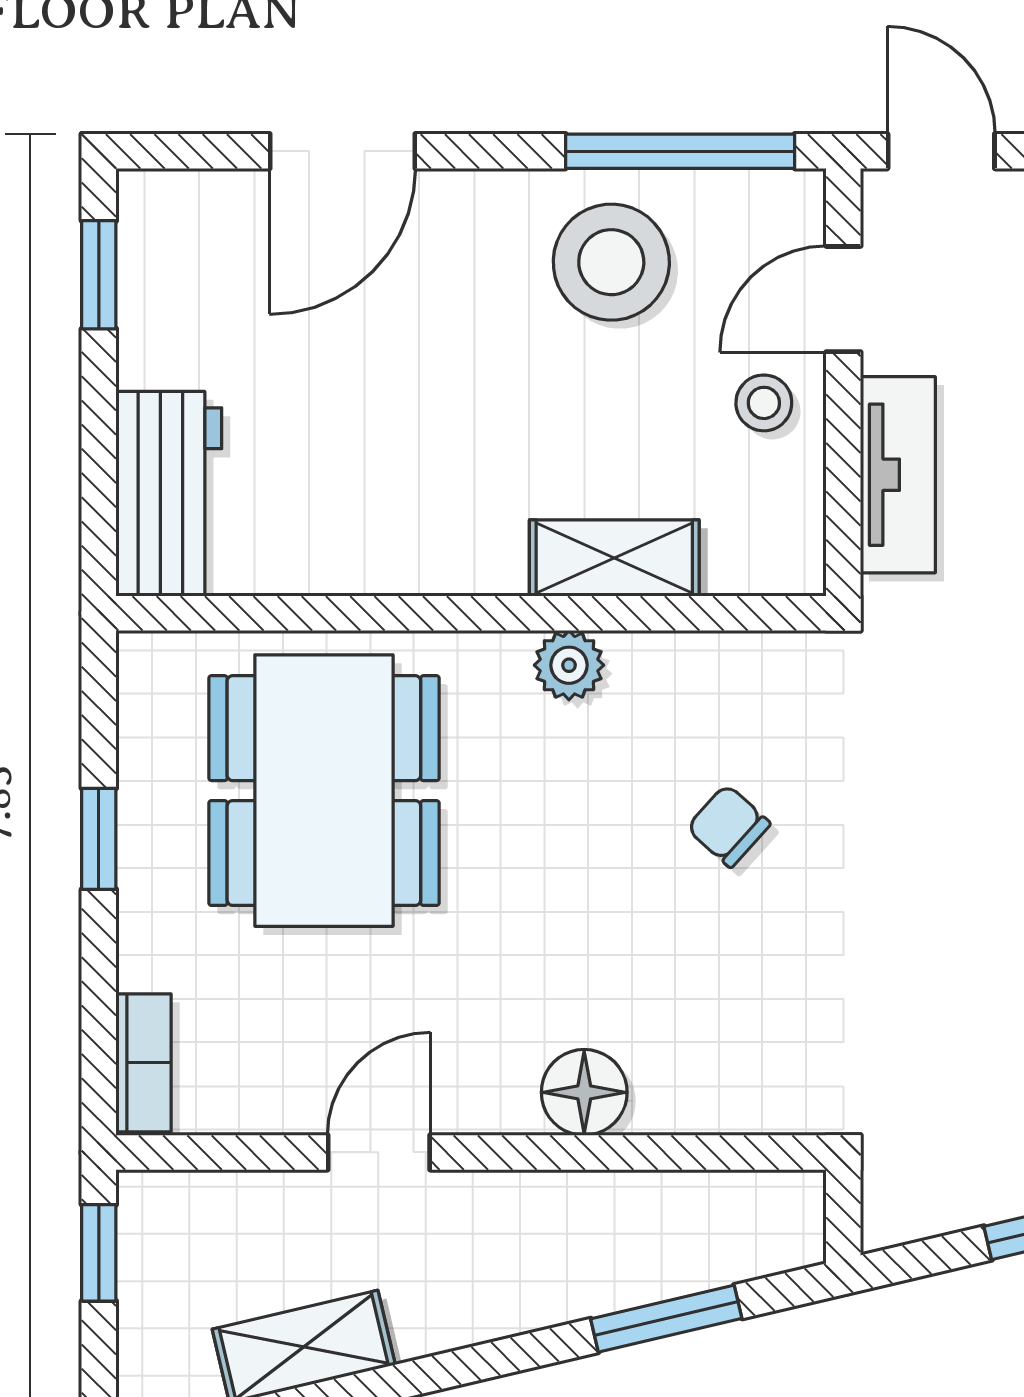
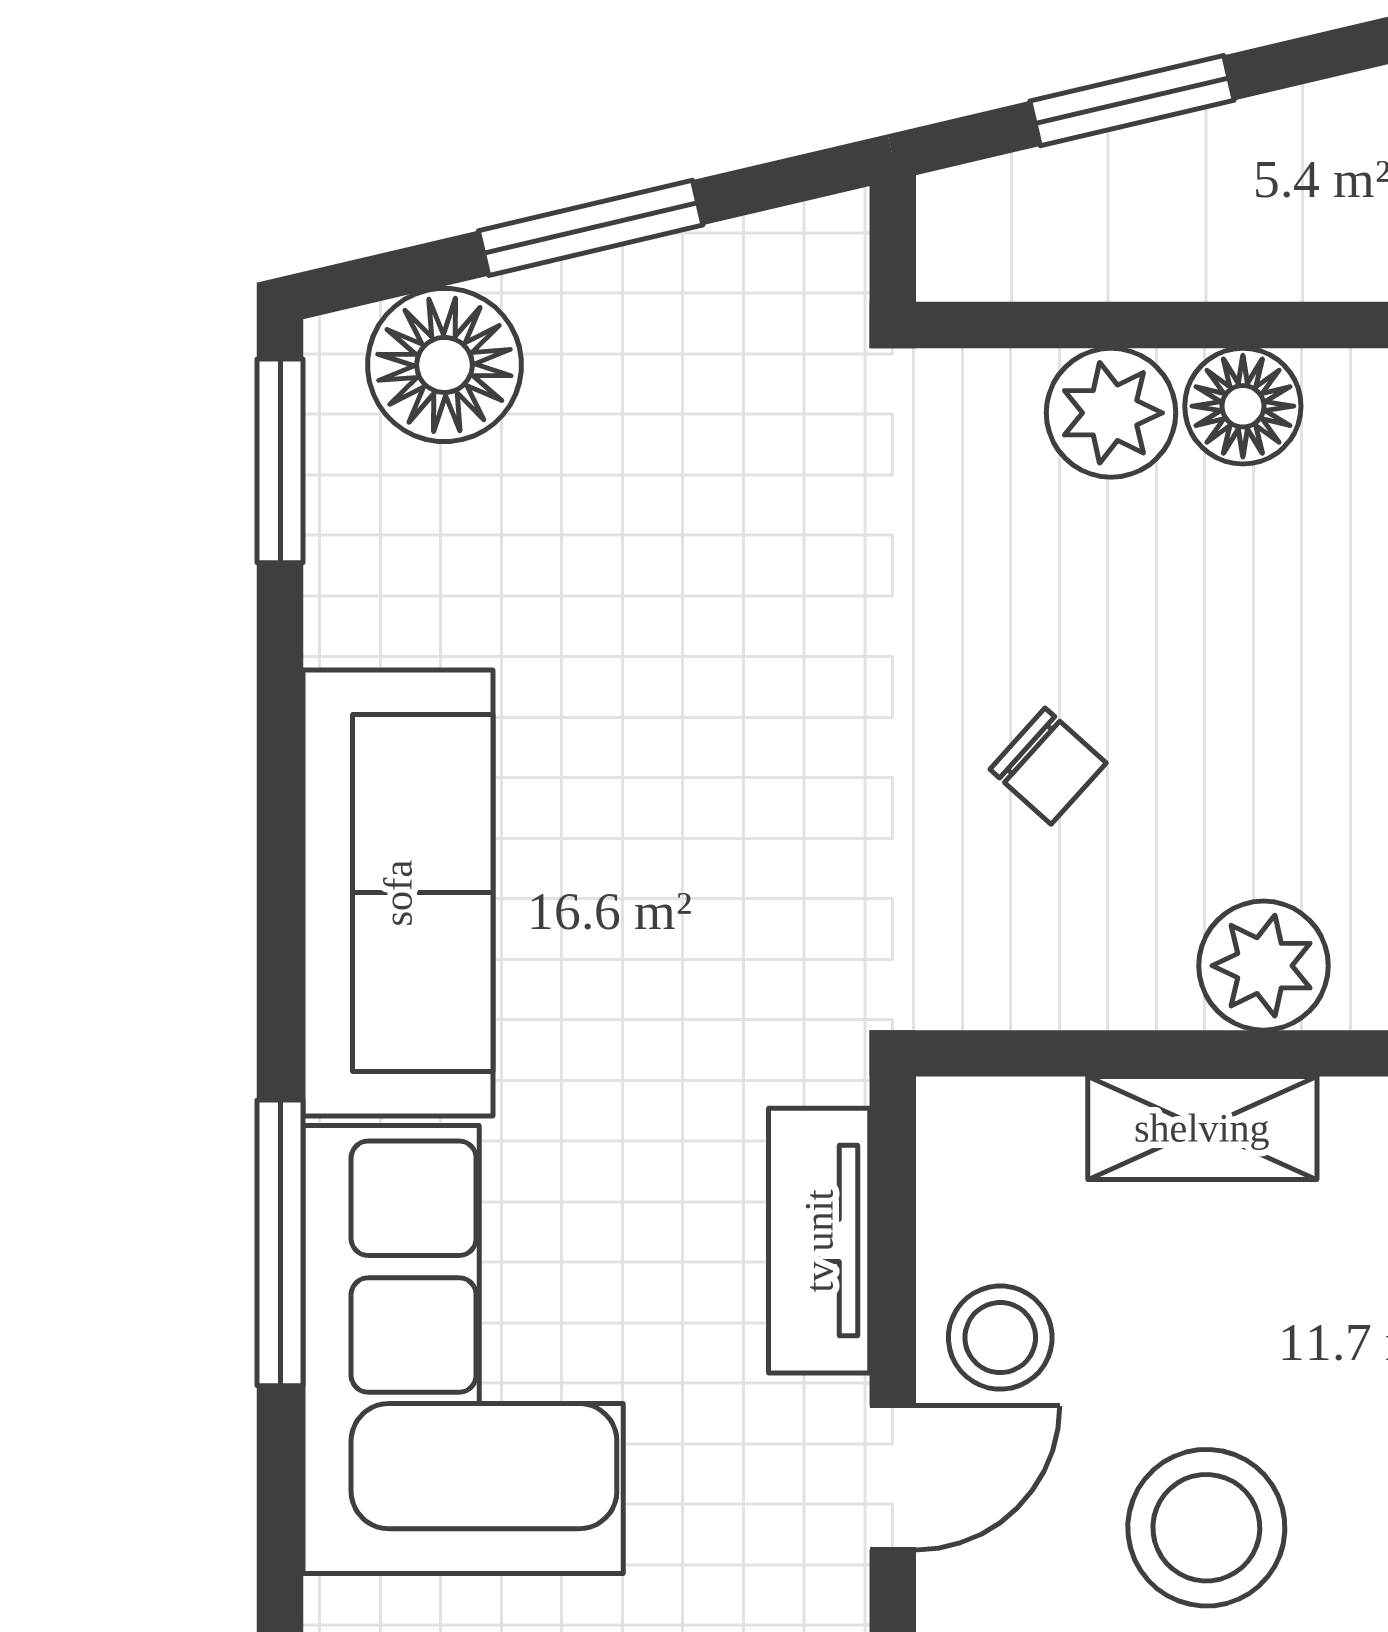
stool: (764, 403) -> (1000, 1338), width x1.37, depth x1.37
plant: (569, 665) -> (1263, 966), width x1.38, depth x1.38
plant: (682, 1087) -> (1111, 413), added

